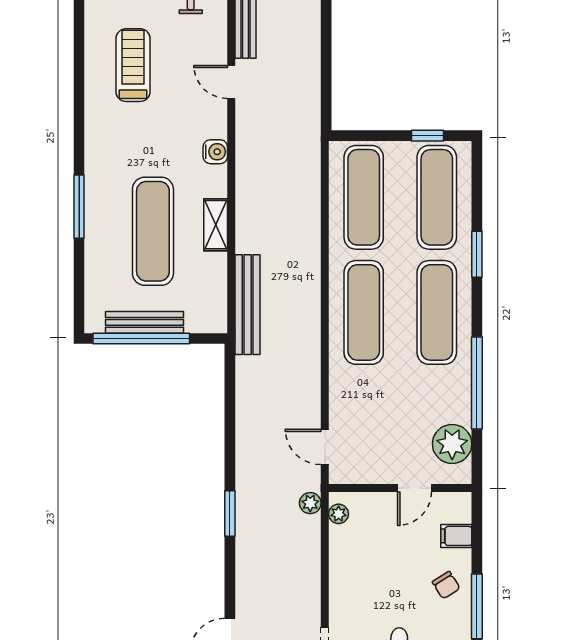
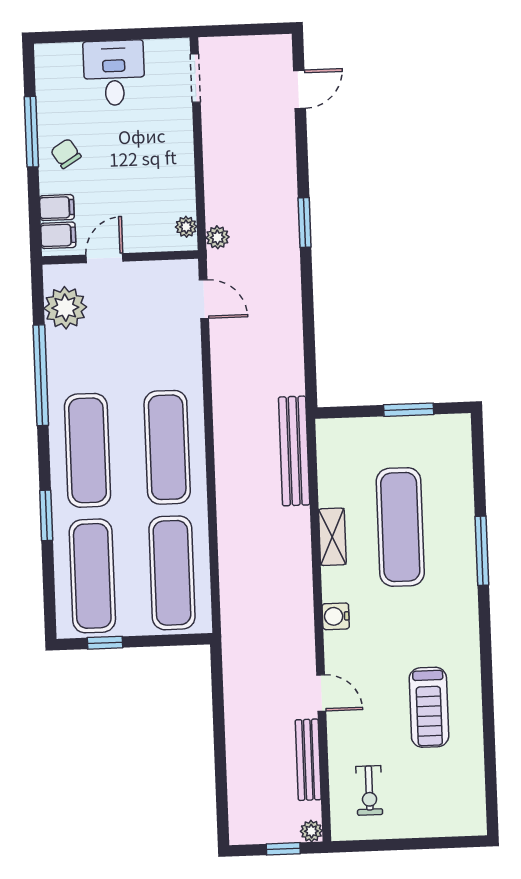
bench: (145, 322) -> (406, 427), removed
window: (141, 338) -> (409, 410), width x0.47
filing cabinet: (456, 511) -> (58, 235), added

